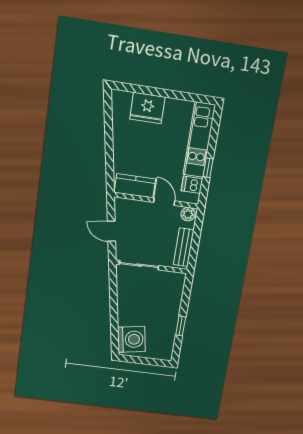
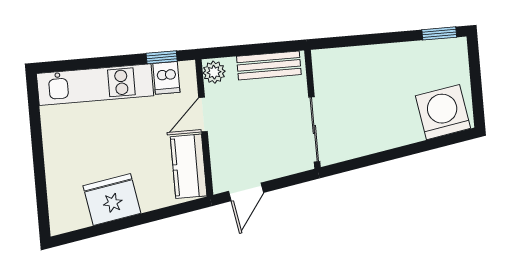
fridge: (147, 108) -> (112, 200), moved, turned -100
window: (208, 168) -> (162, 57), moved
door: (111, 231) -> (246, 192), moved
window: (181, 326) -> (439, 33), moved

